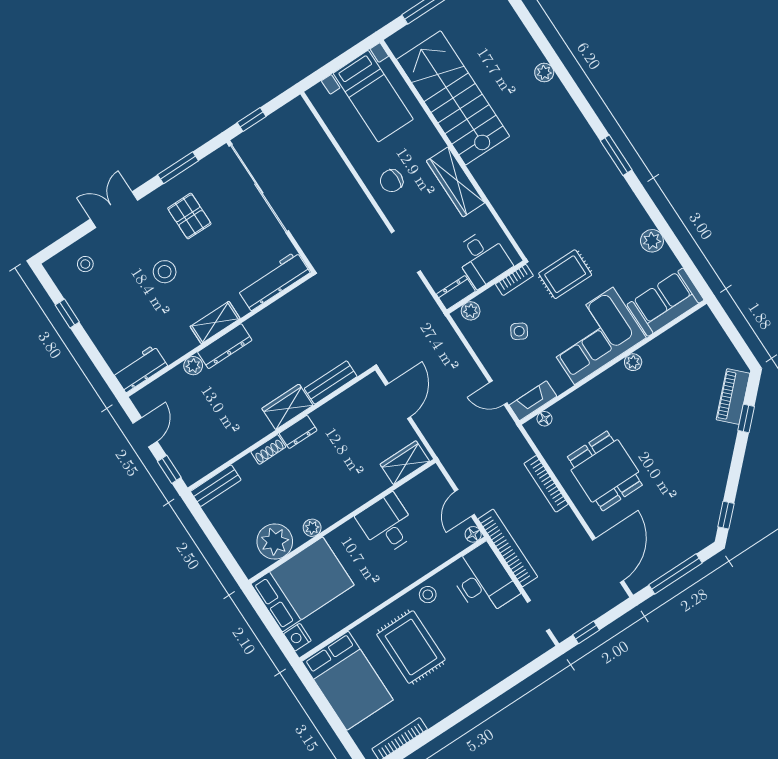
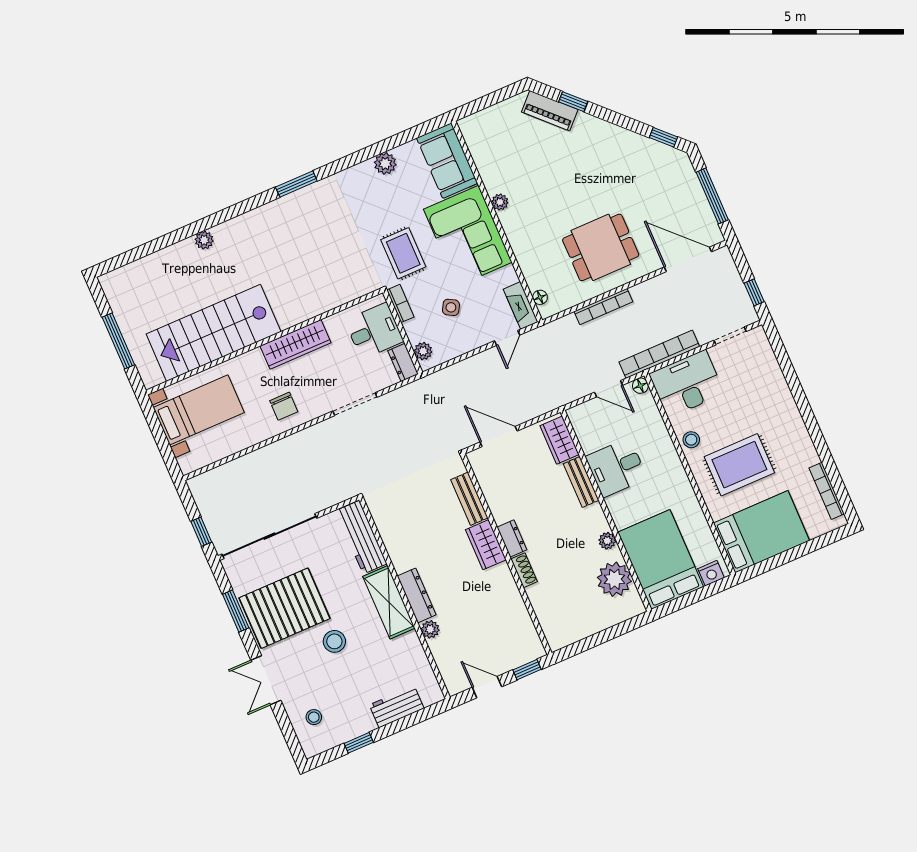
pallet: (189, 216) -> (285, 608), width x2.05, depth x2.00
shelving: (215, 323) -> (389, 602), width x1.50, depth x1.33
workbench: (140, 369) -> (396, 707), moved, turned 90
bench: (216, 486) -> (581, 482), moved

